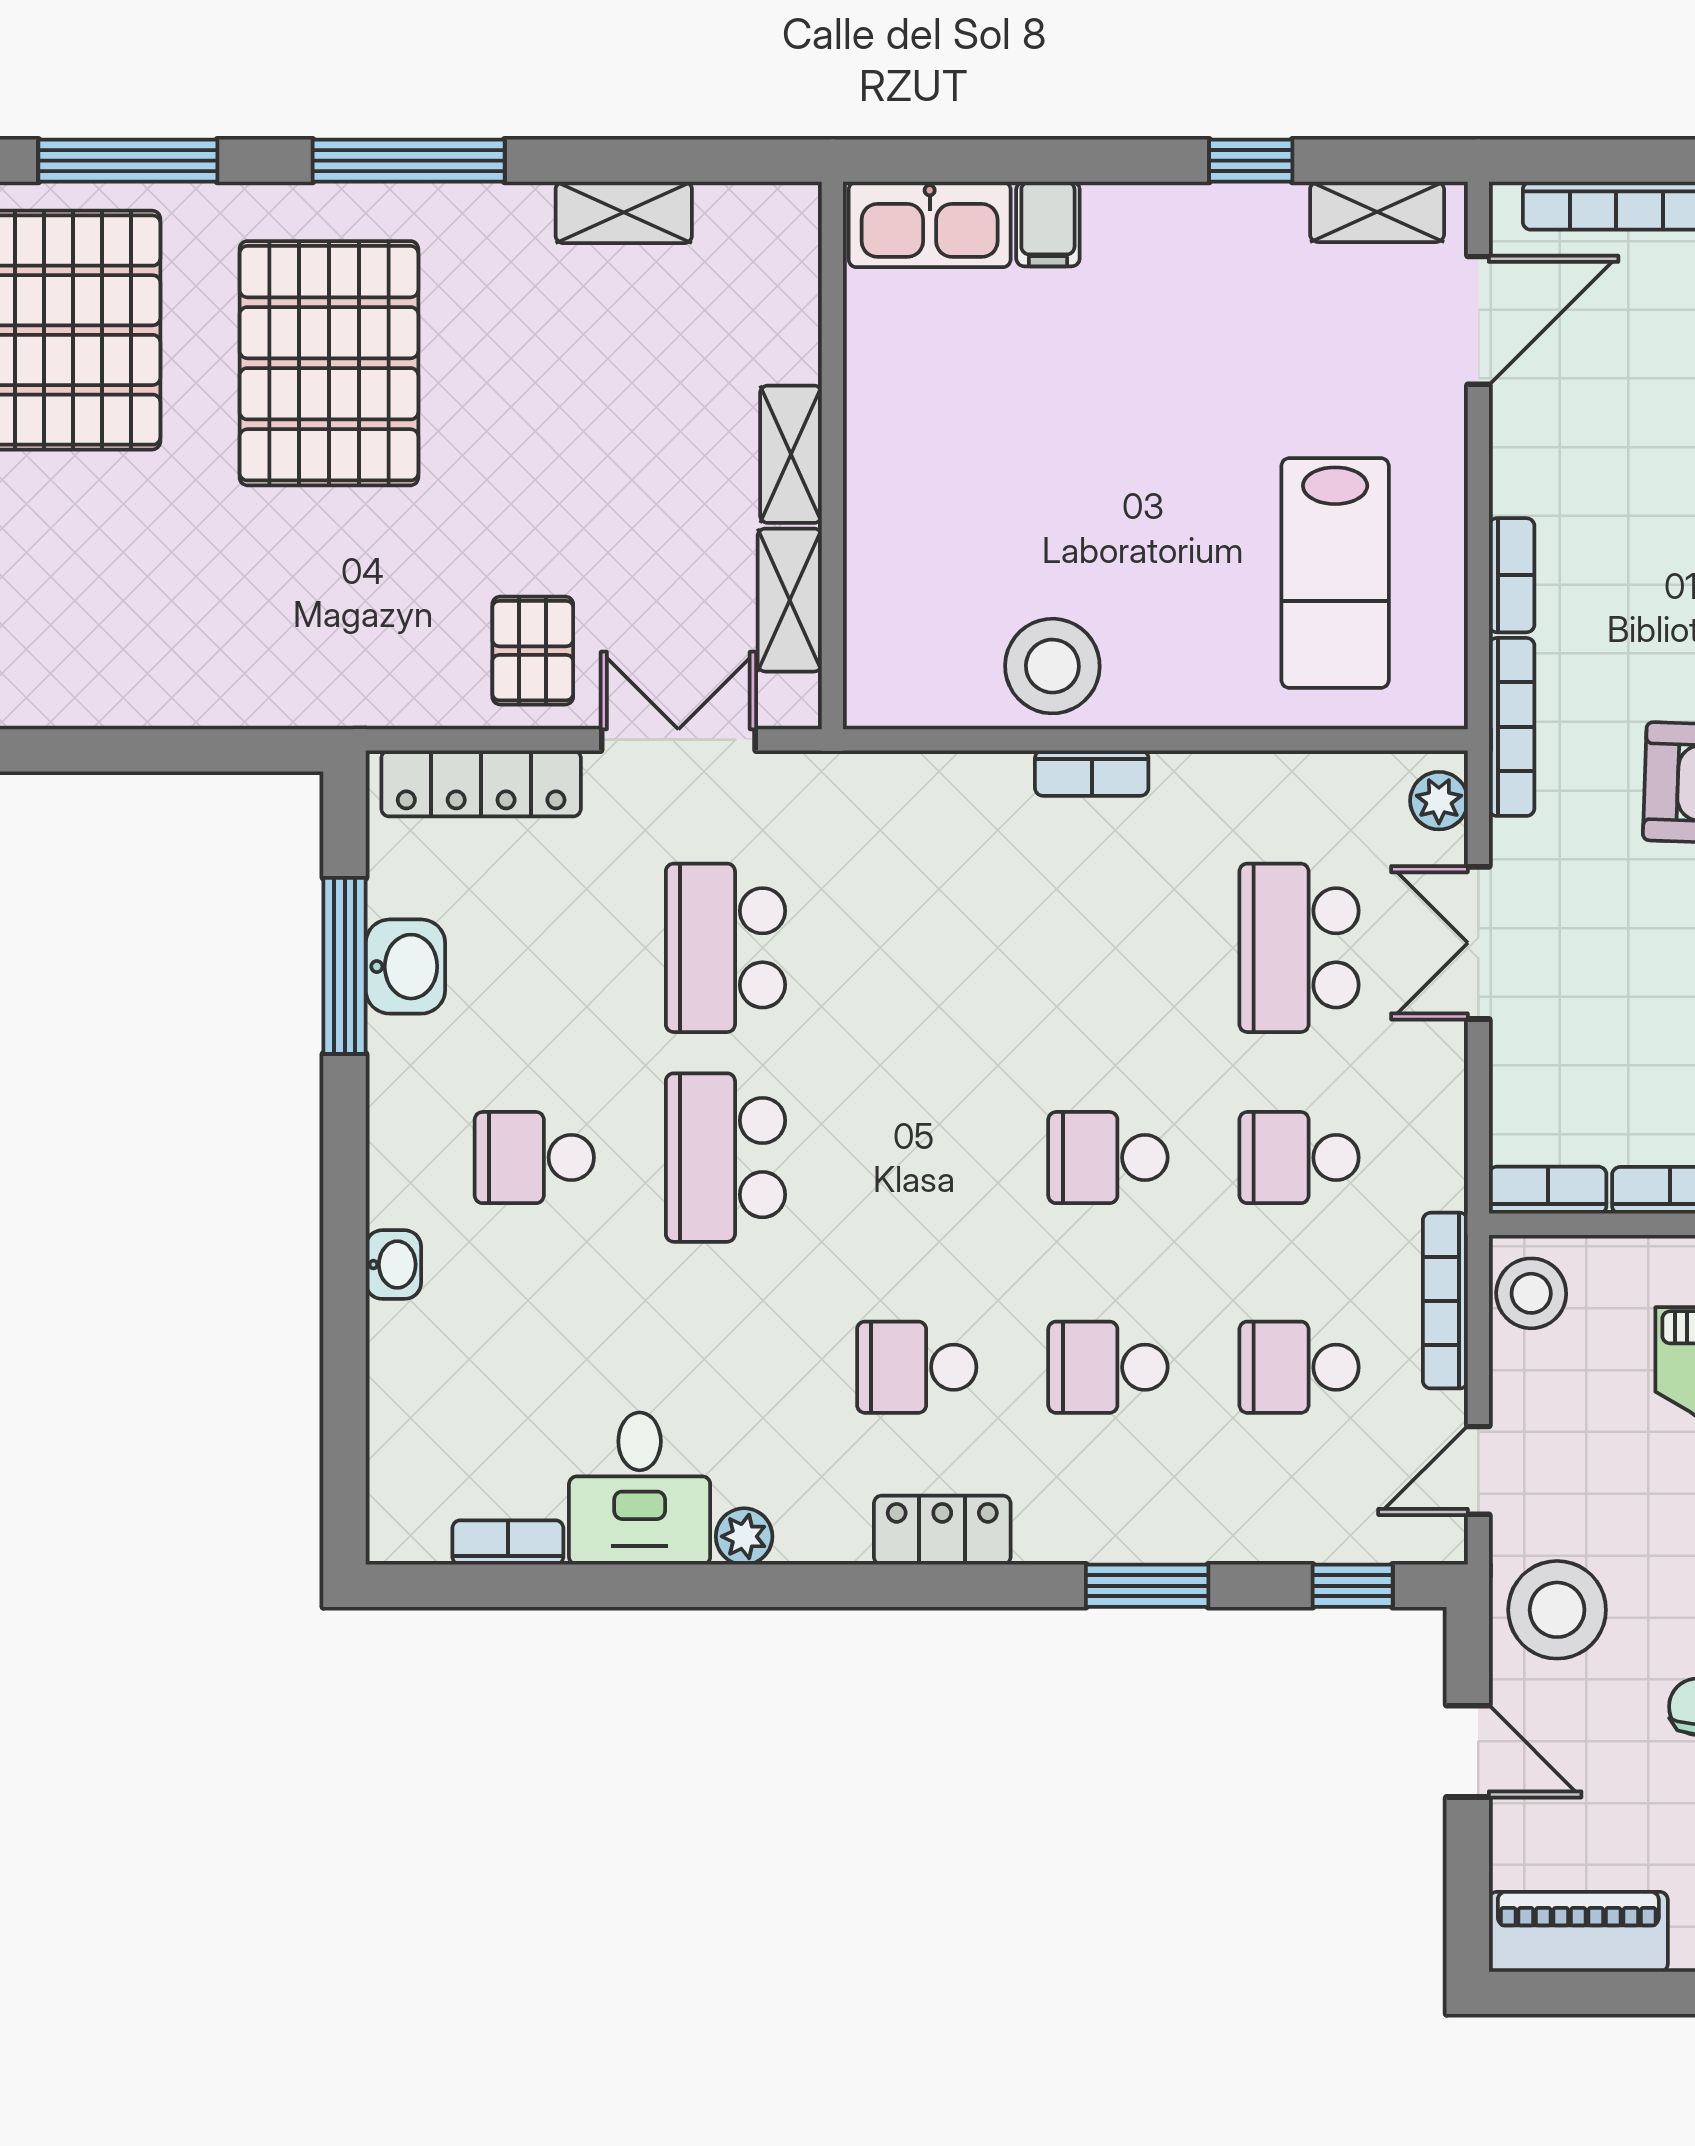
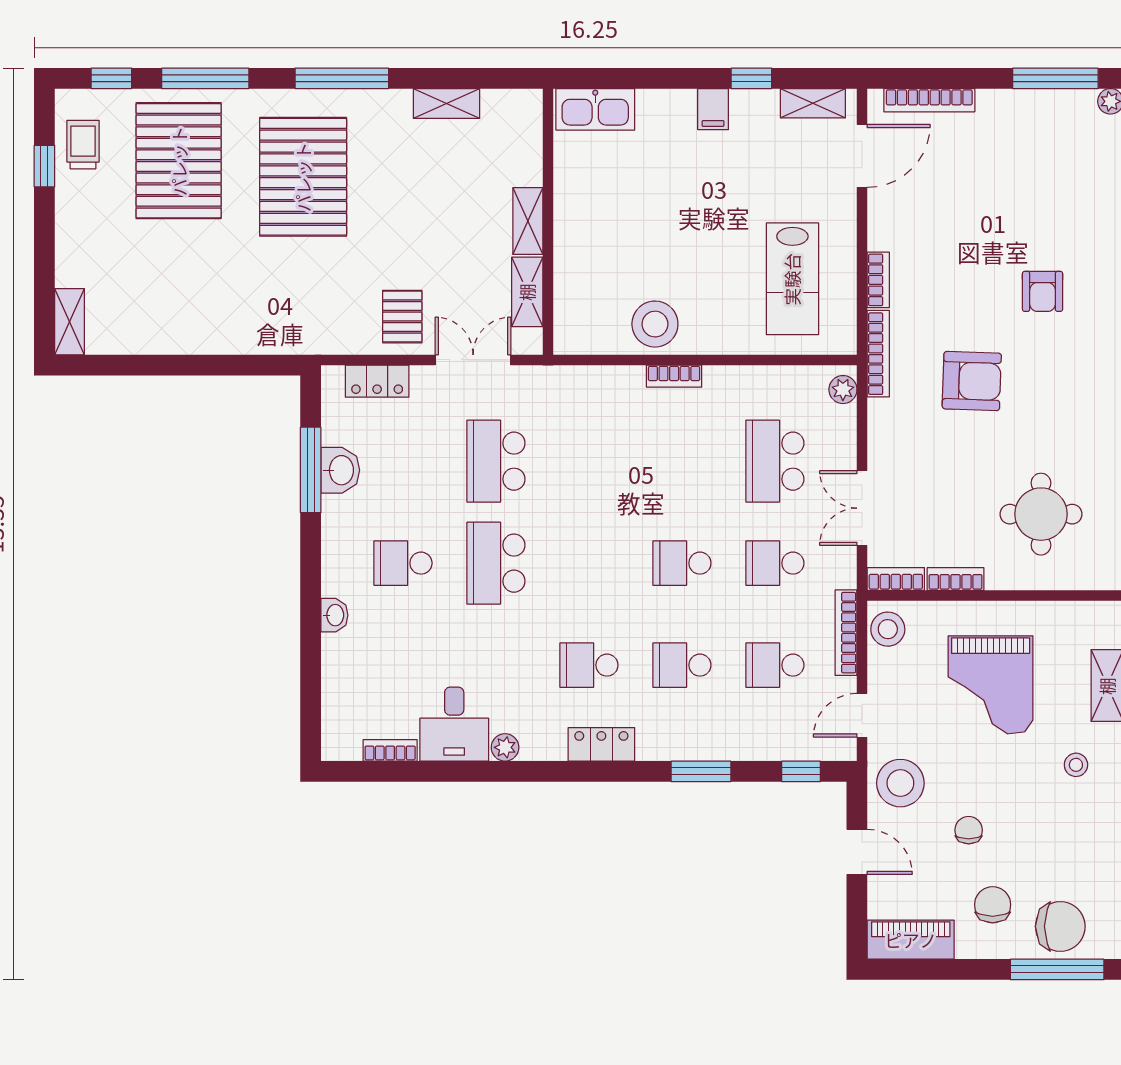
filing cabinet: (1048, 224) -> (713, 109), moved
locker: (481, 783) -> (377, 381), width x0.66
double door: (1478, 943) -> (862, 508), moved

